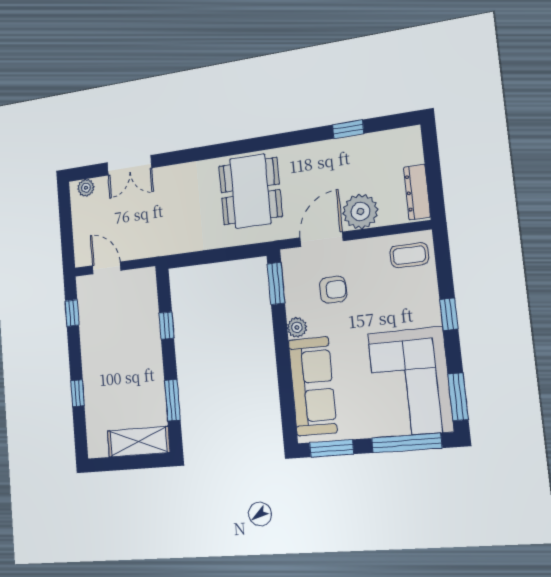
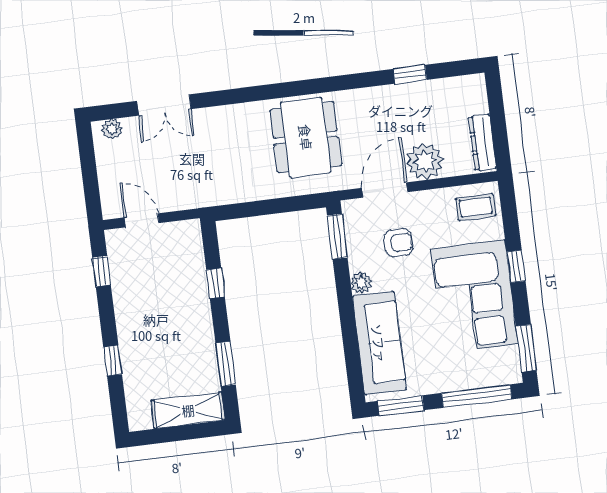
corner sofa: (410, 382) -> (474, 297), moved

